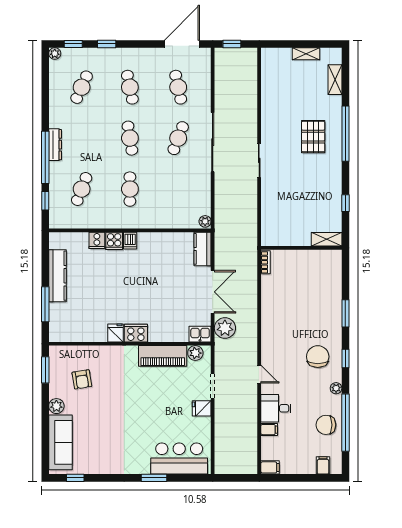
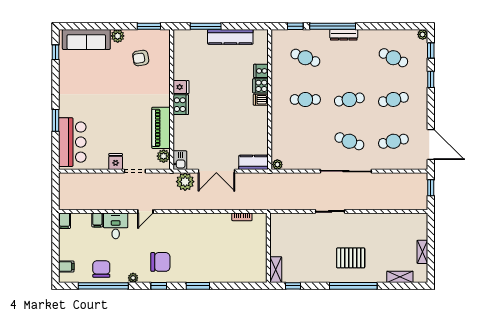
shelving: (327, 239) -> (276, 270), moved
wall: (301, 248) -> (268, 248), moved

